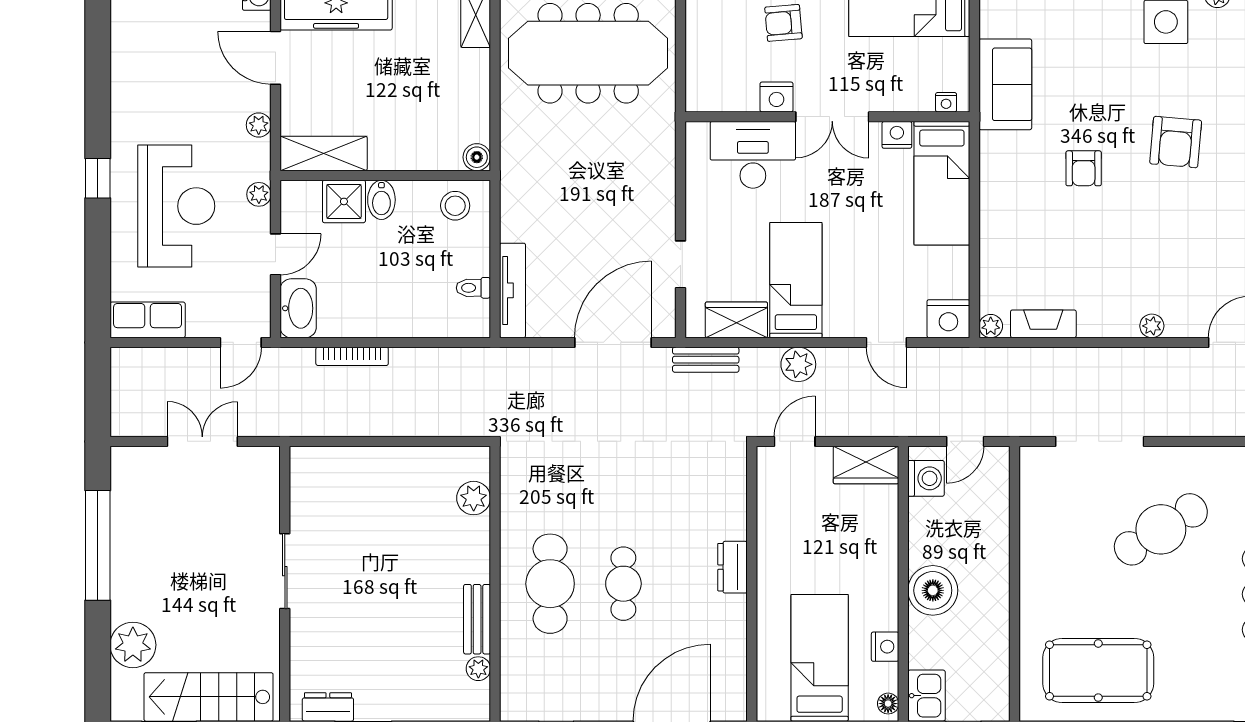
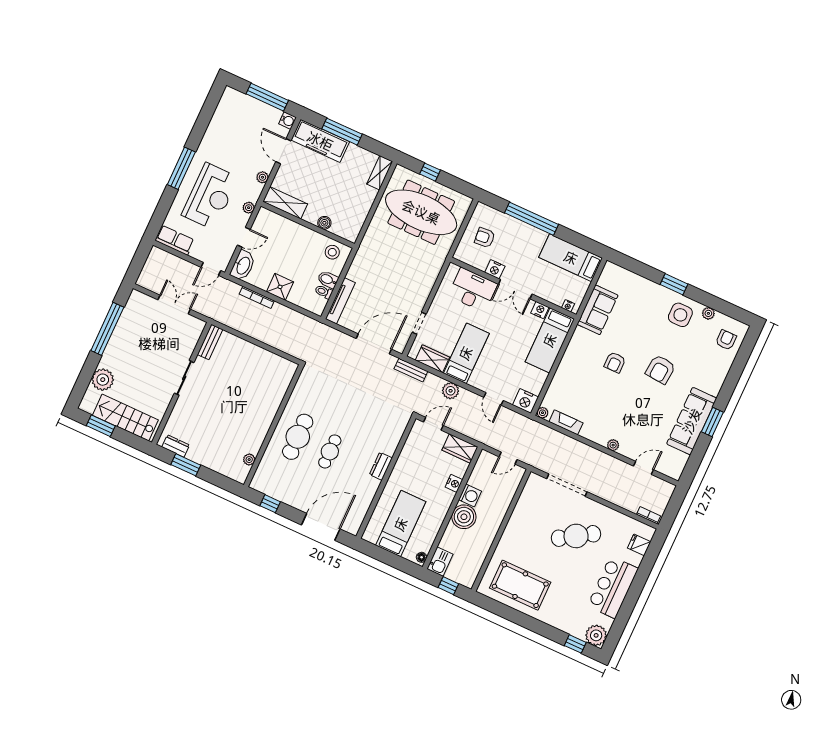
armchair: (783, 23) -> (485, 238), moved
boiler: (477, 157) -> (324, 223), moved
window: (98, 178) -> (181, 168), width x2.17
bidet: (381, 200) -> (328, 280), moved, turned 90
shower: (344, 201) -> (280, 287), moved
washing machine: (926, 478) -> (470, 495), moved
plant: (474, 498) -> (281, 384), removed
bench: (477, 619) -> (210, 342), moved
nightstand: (885, 647) -> (454, 483), moved

